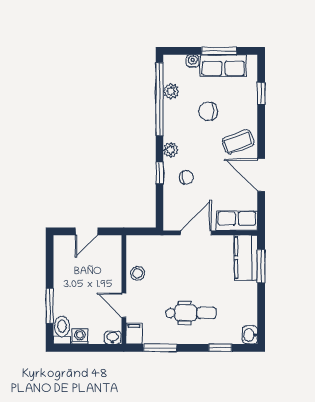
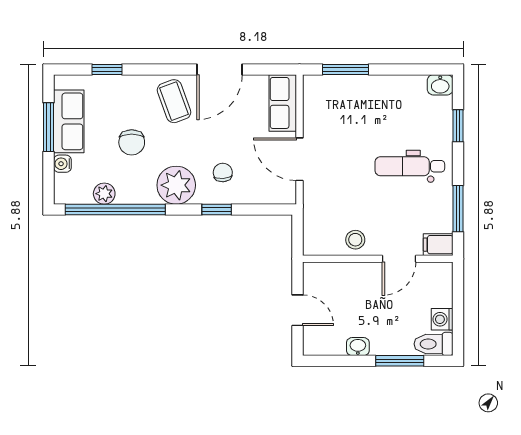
plant: (171, 150) -> (176, 185), width x1.88, depth x1.88
kitchen counter: (246, 258) -> (334, 90), removed
dental chair: (191, 313) -> (410, 166), turned -90
washbasin: (113, 338) -> (358, 347), moved, turned 90

